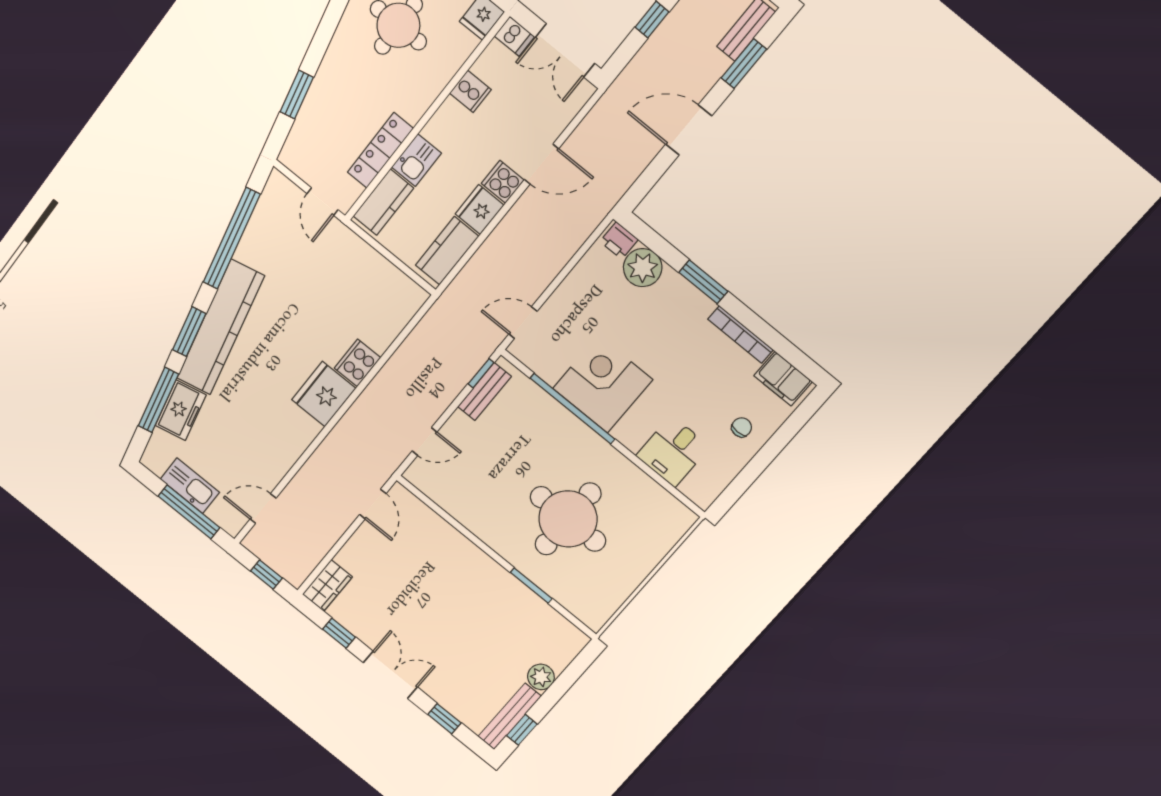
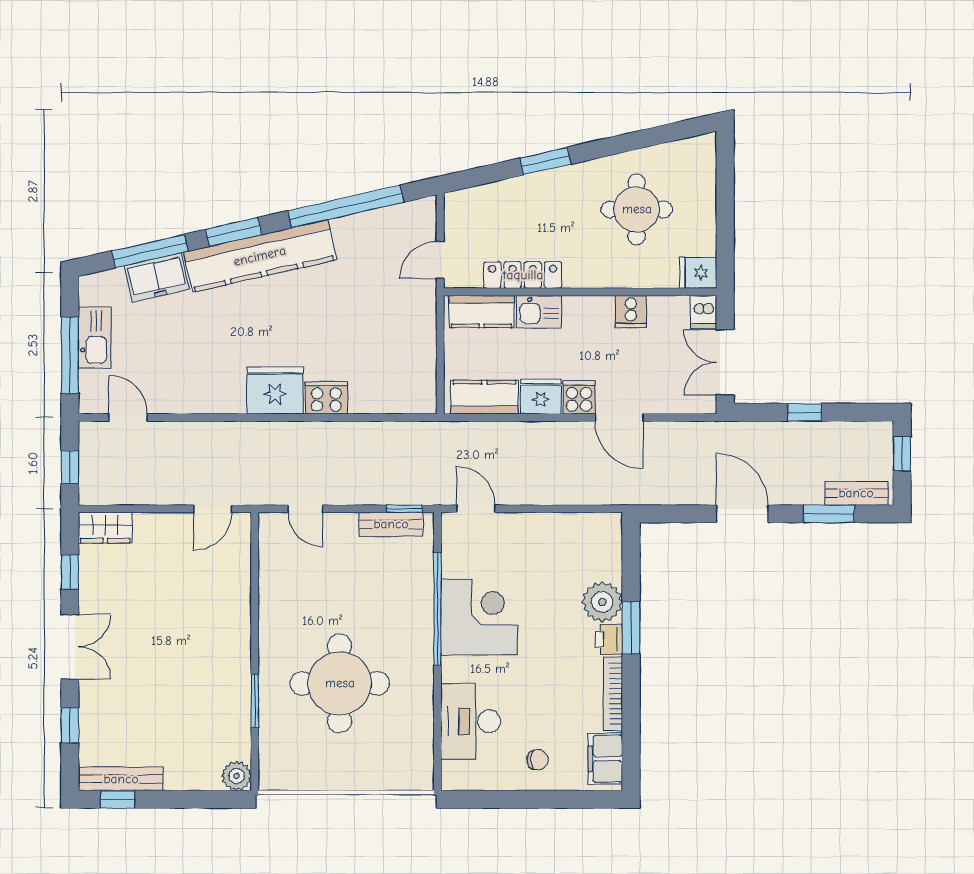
window: (297, 95) -> (545, 161), moved
printer: (619, 240) -> (609, 640), moved
plant: (643, 268) -> (602, 602), moved
desk: (673, 451) -> (471, 721), width x1.37
plant: (541, 677) -> (237, 776), moved

